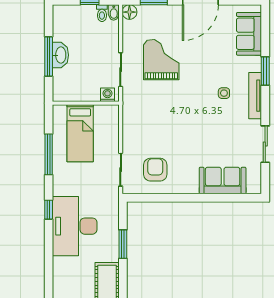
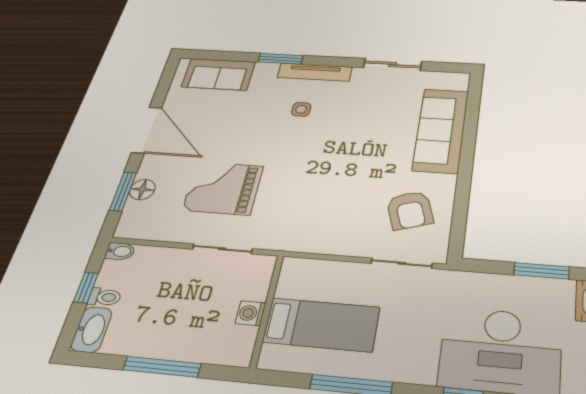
floor lamp: (129, 12) -> (142, 190), moved
toilet: (102, 13) -> (105, 297), moved
washbasin: (60, 55) -> (91, 329), moved, turned 90
washing machine: (108, 95) -> (251, 313), moved
armchair: (155, 170) -> (410, 210), turned -108
sofa: (223, 181) -> (441, 130), width x1.36

